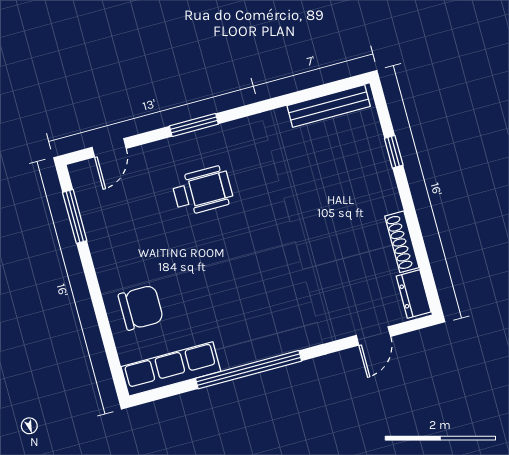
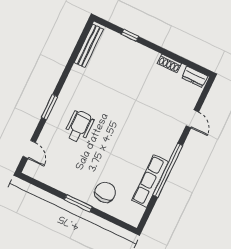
window: (75, 216) -> (78, 203), moved
shoe rack: (402, 242) -> (169, 63), width x0.70
door: (373, 336) -> (192, 119), moved
row of seats: (171, 369) -> (150, 181), moved

